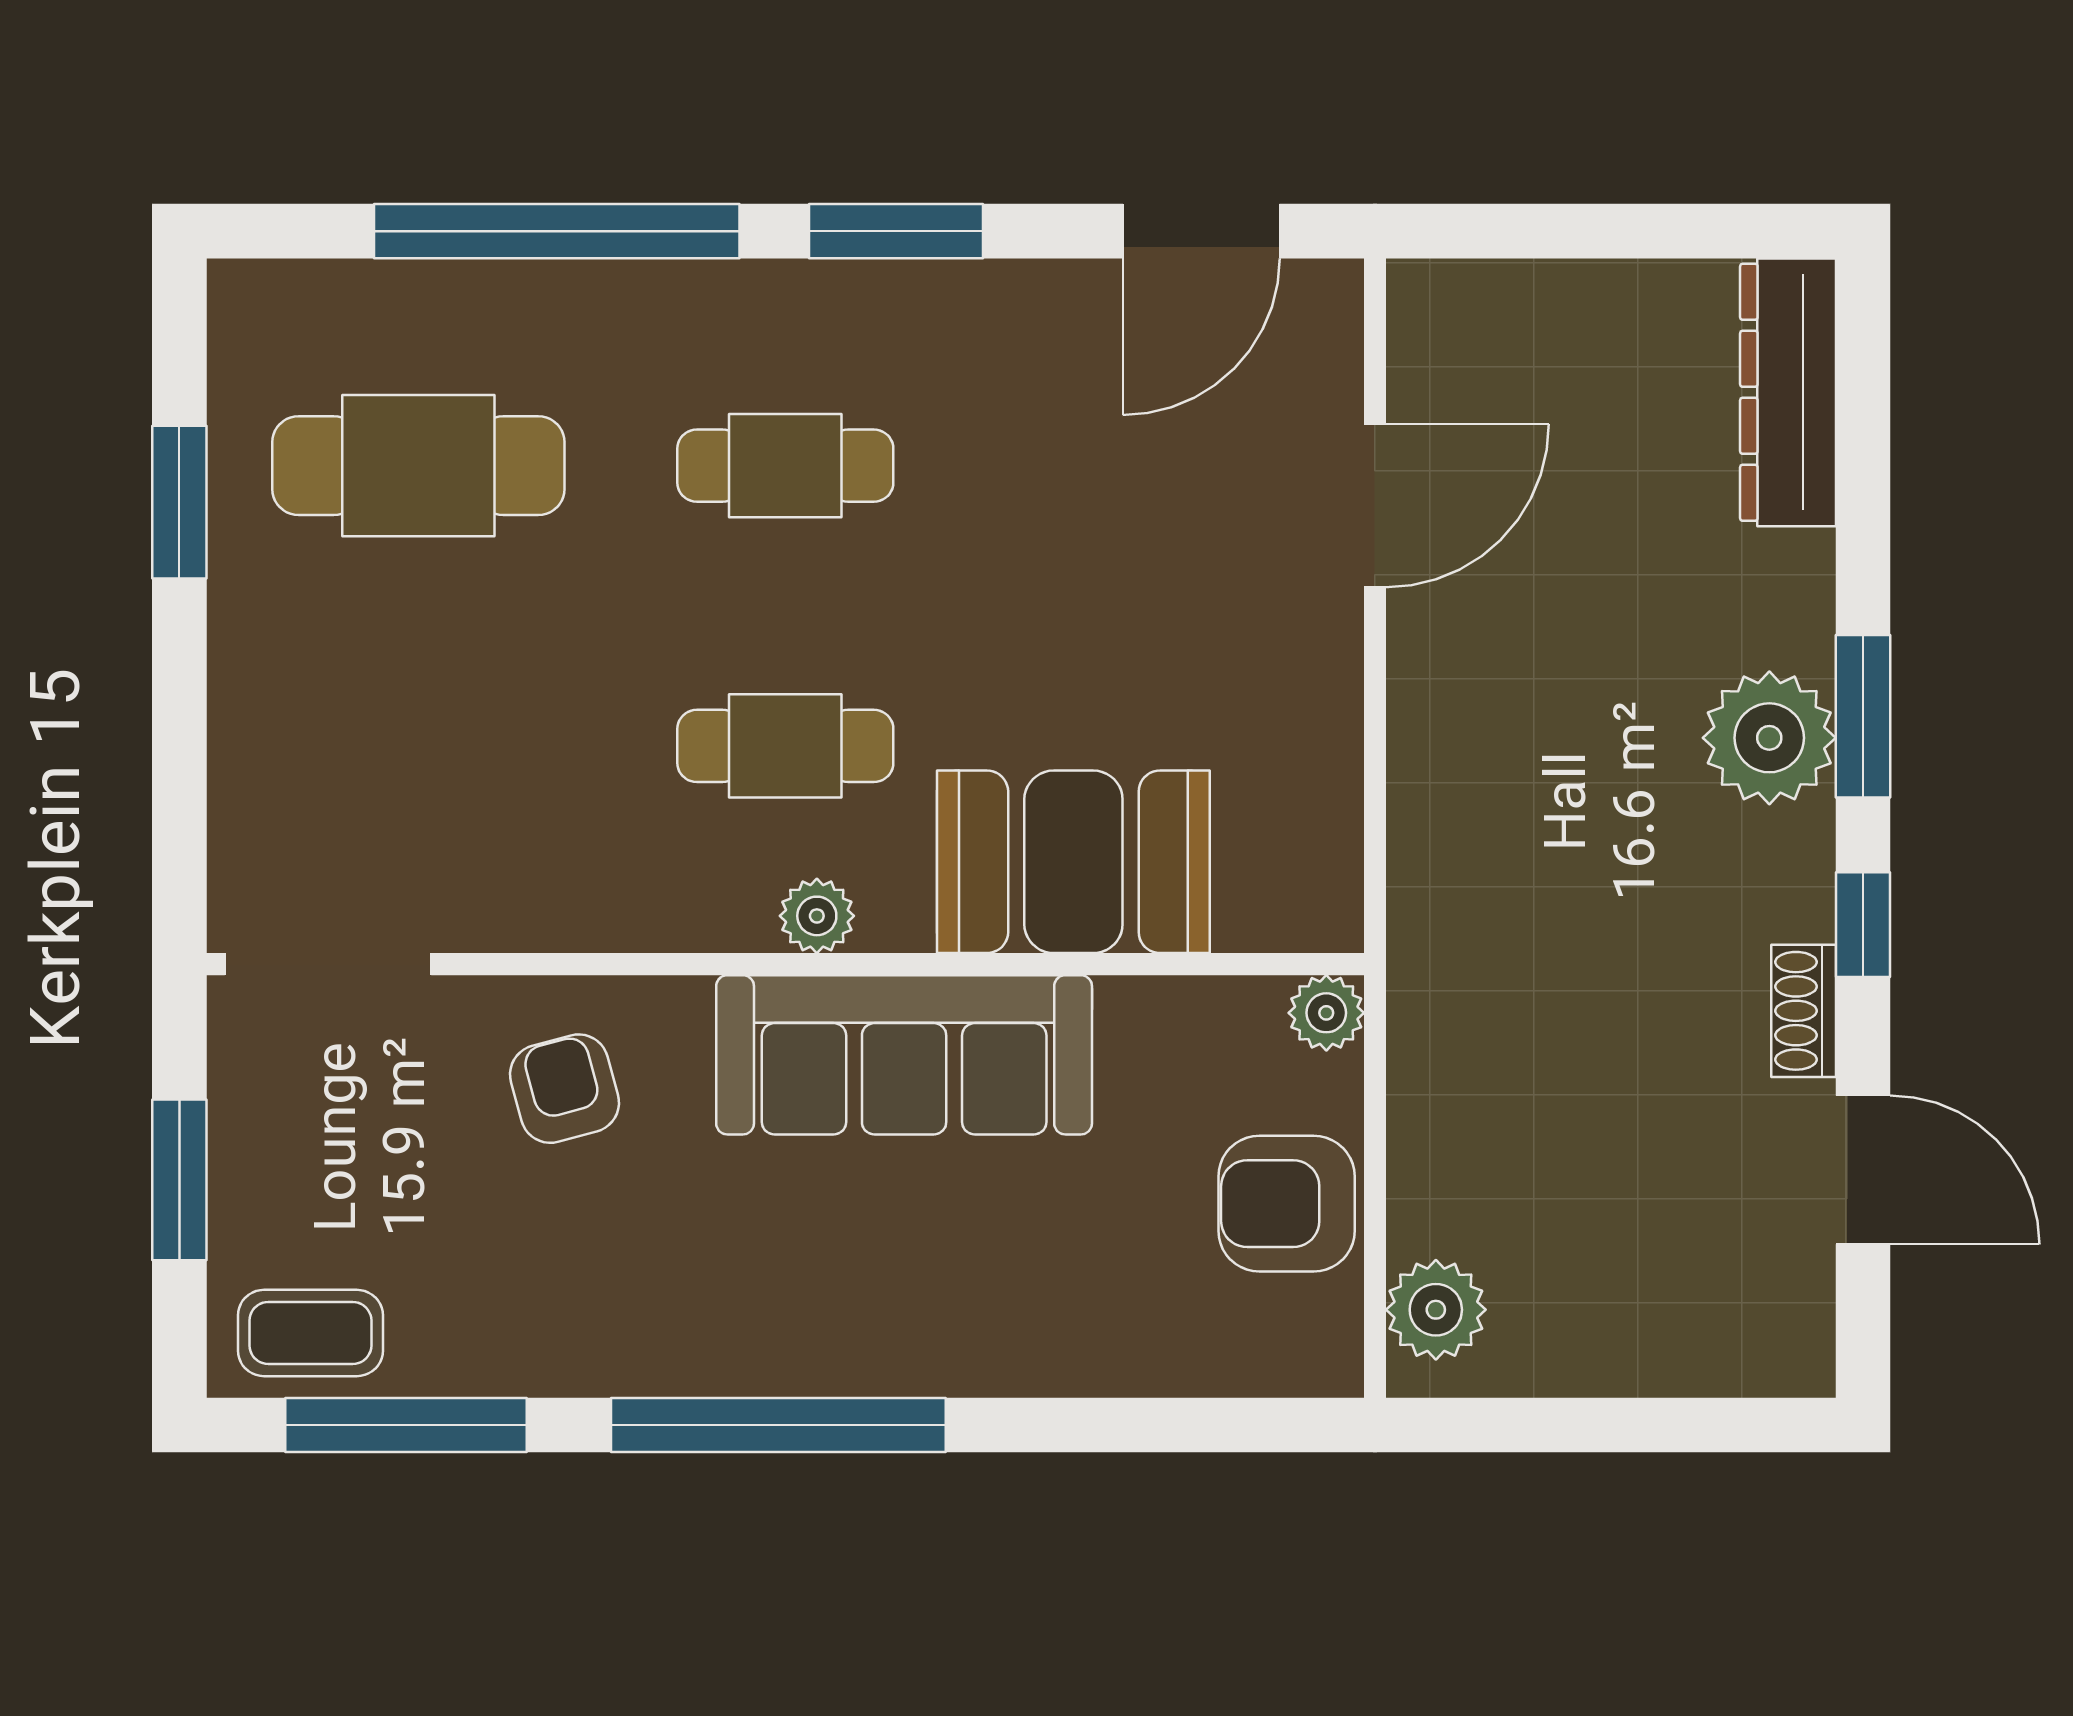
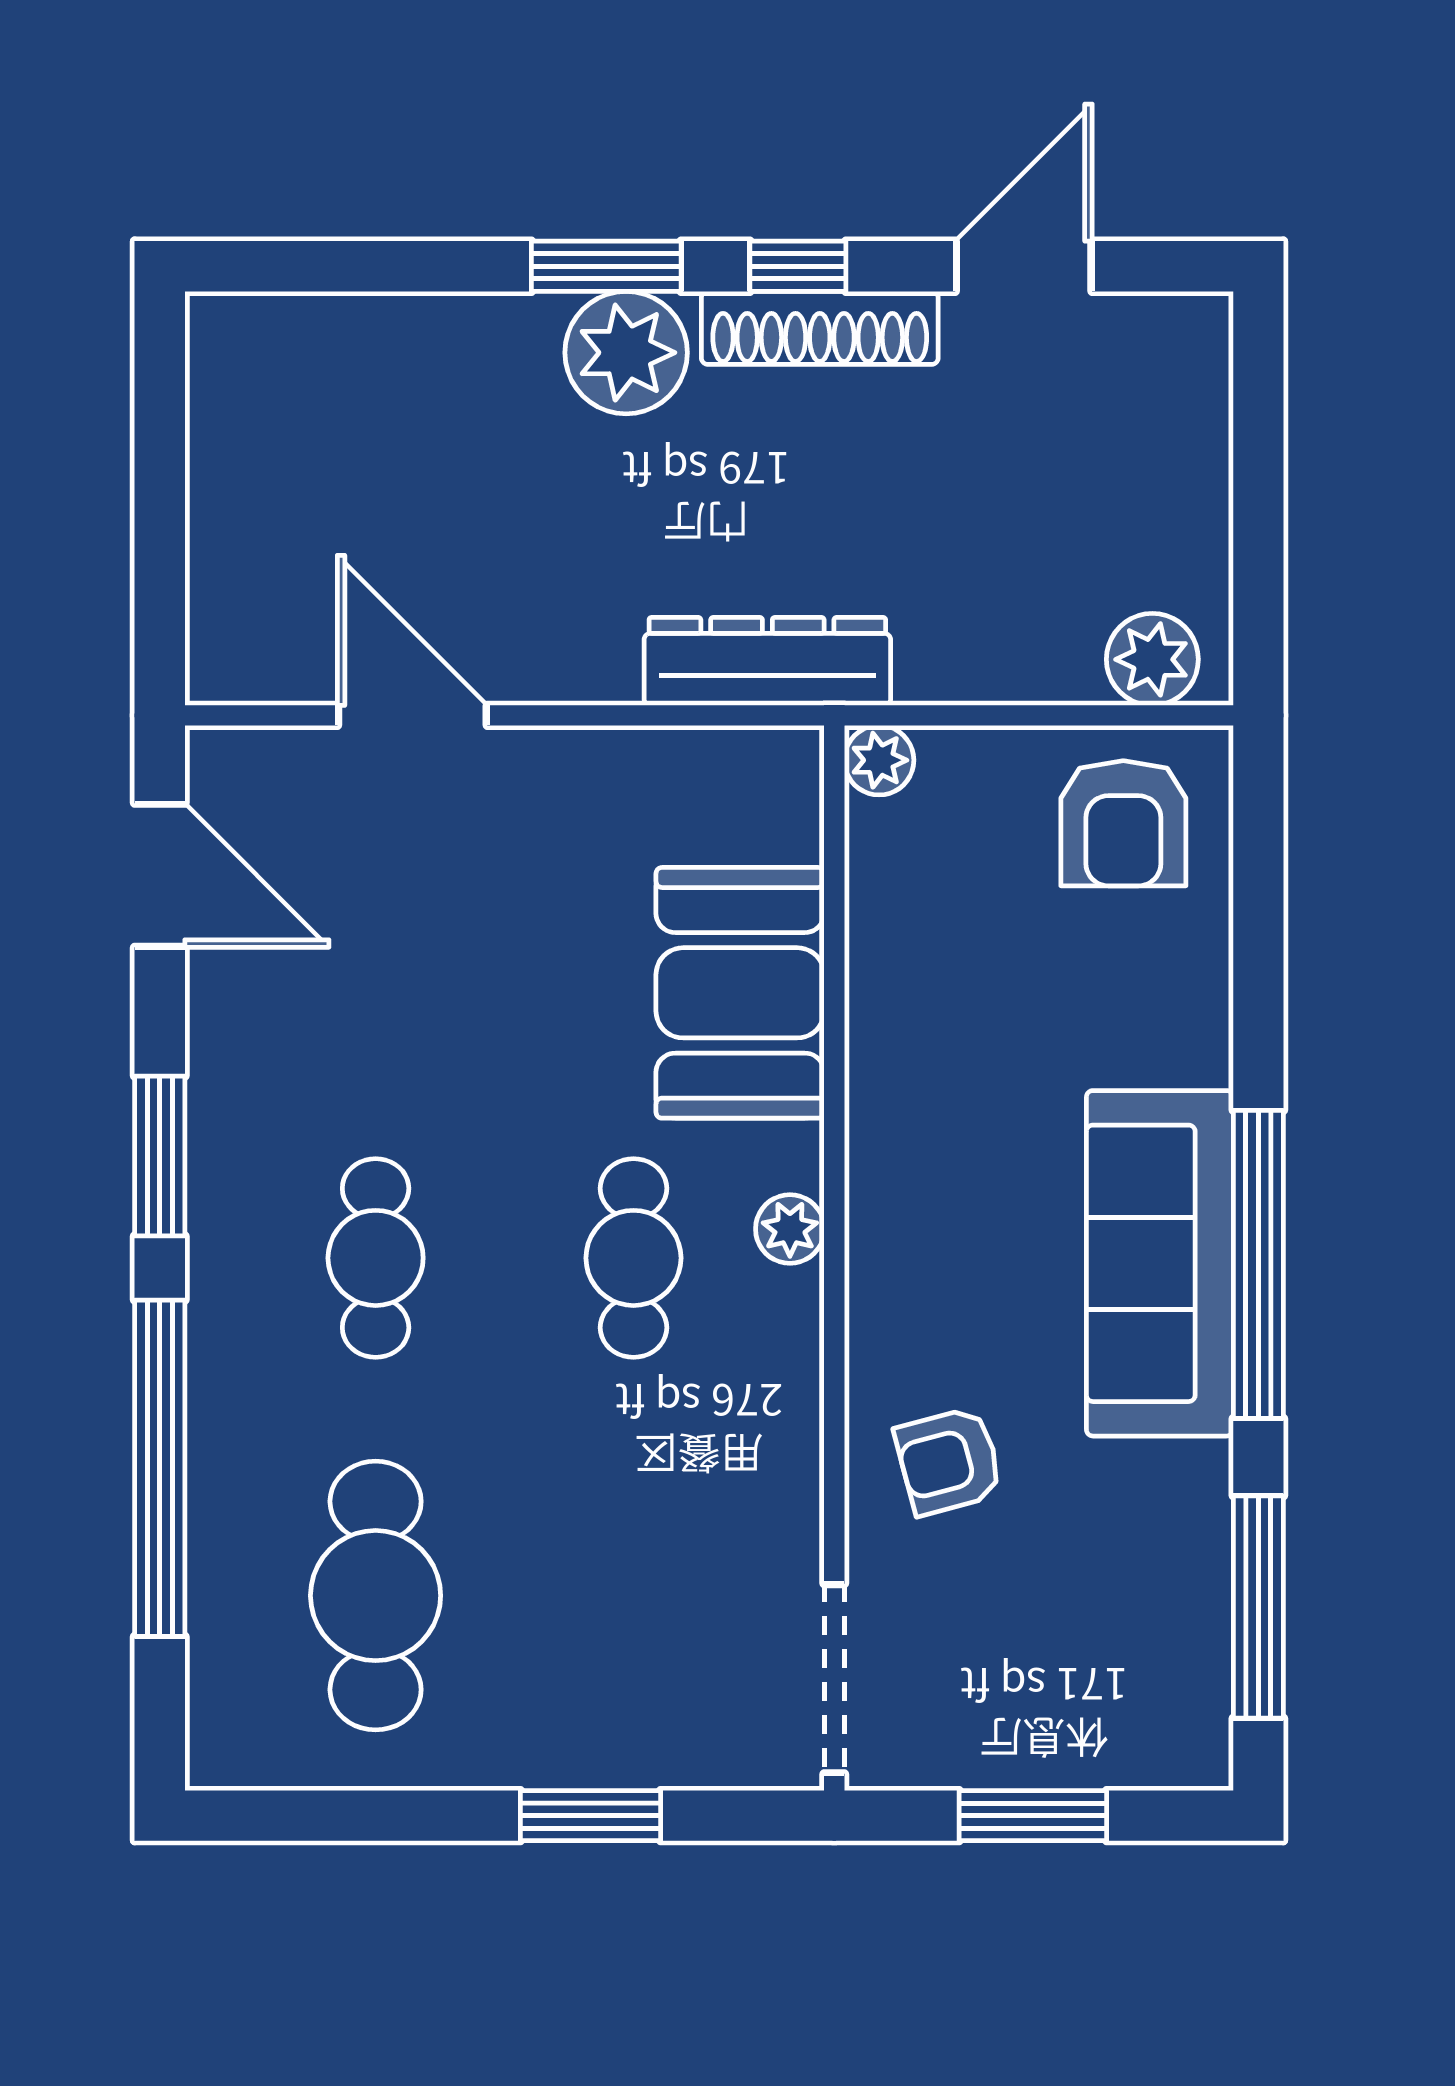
dresser: (1788, 392) -> (767, 661), moved, turned 180
window: (179, 502) -> (591, 1816), moved
shoe rack: (1804, 1011) -> (820, 328), width x1.94, depth x1.24
sofa: (904, 1055) -> (1160, 1263), moved, turned 180
armchair: (1287, 1204) -> (1123, 823), moved
coffee table: (310, 1333) -> (1174, 1695), removed

